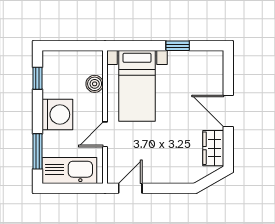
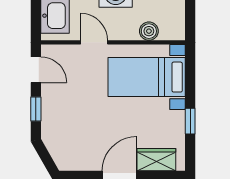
wardrobe: (213, 148) -> (156, 160), moved
window: (166, 188) -> (36, 109), added

